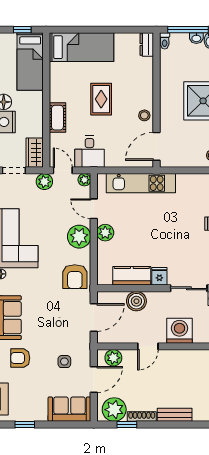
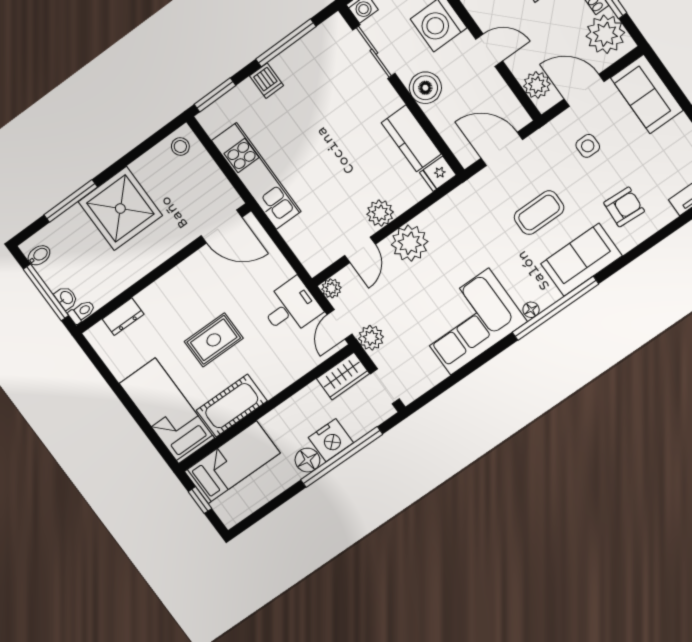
washbasin: (196, 38) -> (66, 298), moved
dresser: (147, 45) -> (123, 317), moved
stool: (144, 115) -> (194, 270), removed
cot: (57, 118) -> (232, 406), moved, width x1.37, depth x1.34
kitchen unit: (141, 183) -> (256, 176), moved
fridge: (159, 276) -> (438, 174), moved
armchair: (75, 277) -> (466, 212), removed
boiler: (136, 301) -> (425, 88), moved
coffee table: (48, 313) -> (539, 213), added
armchair: (20, 358) -> (624, 207), turned -87

